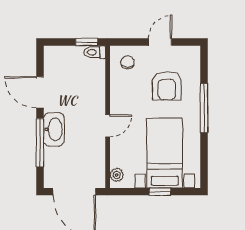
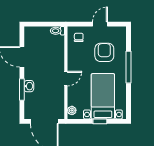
window: (87, 42) -> (52, 24), removed
armchair: (167, 86) -> (104, 52), turned 180
washbasin: (54, 129) -> (29, 86), width x0.52, depth x0.69
window: (40, 143) -> (22, 90), width x0.69

